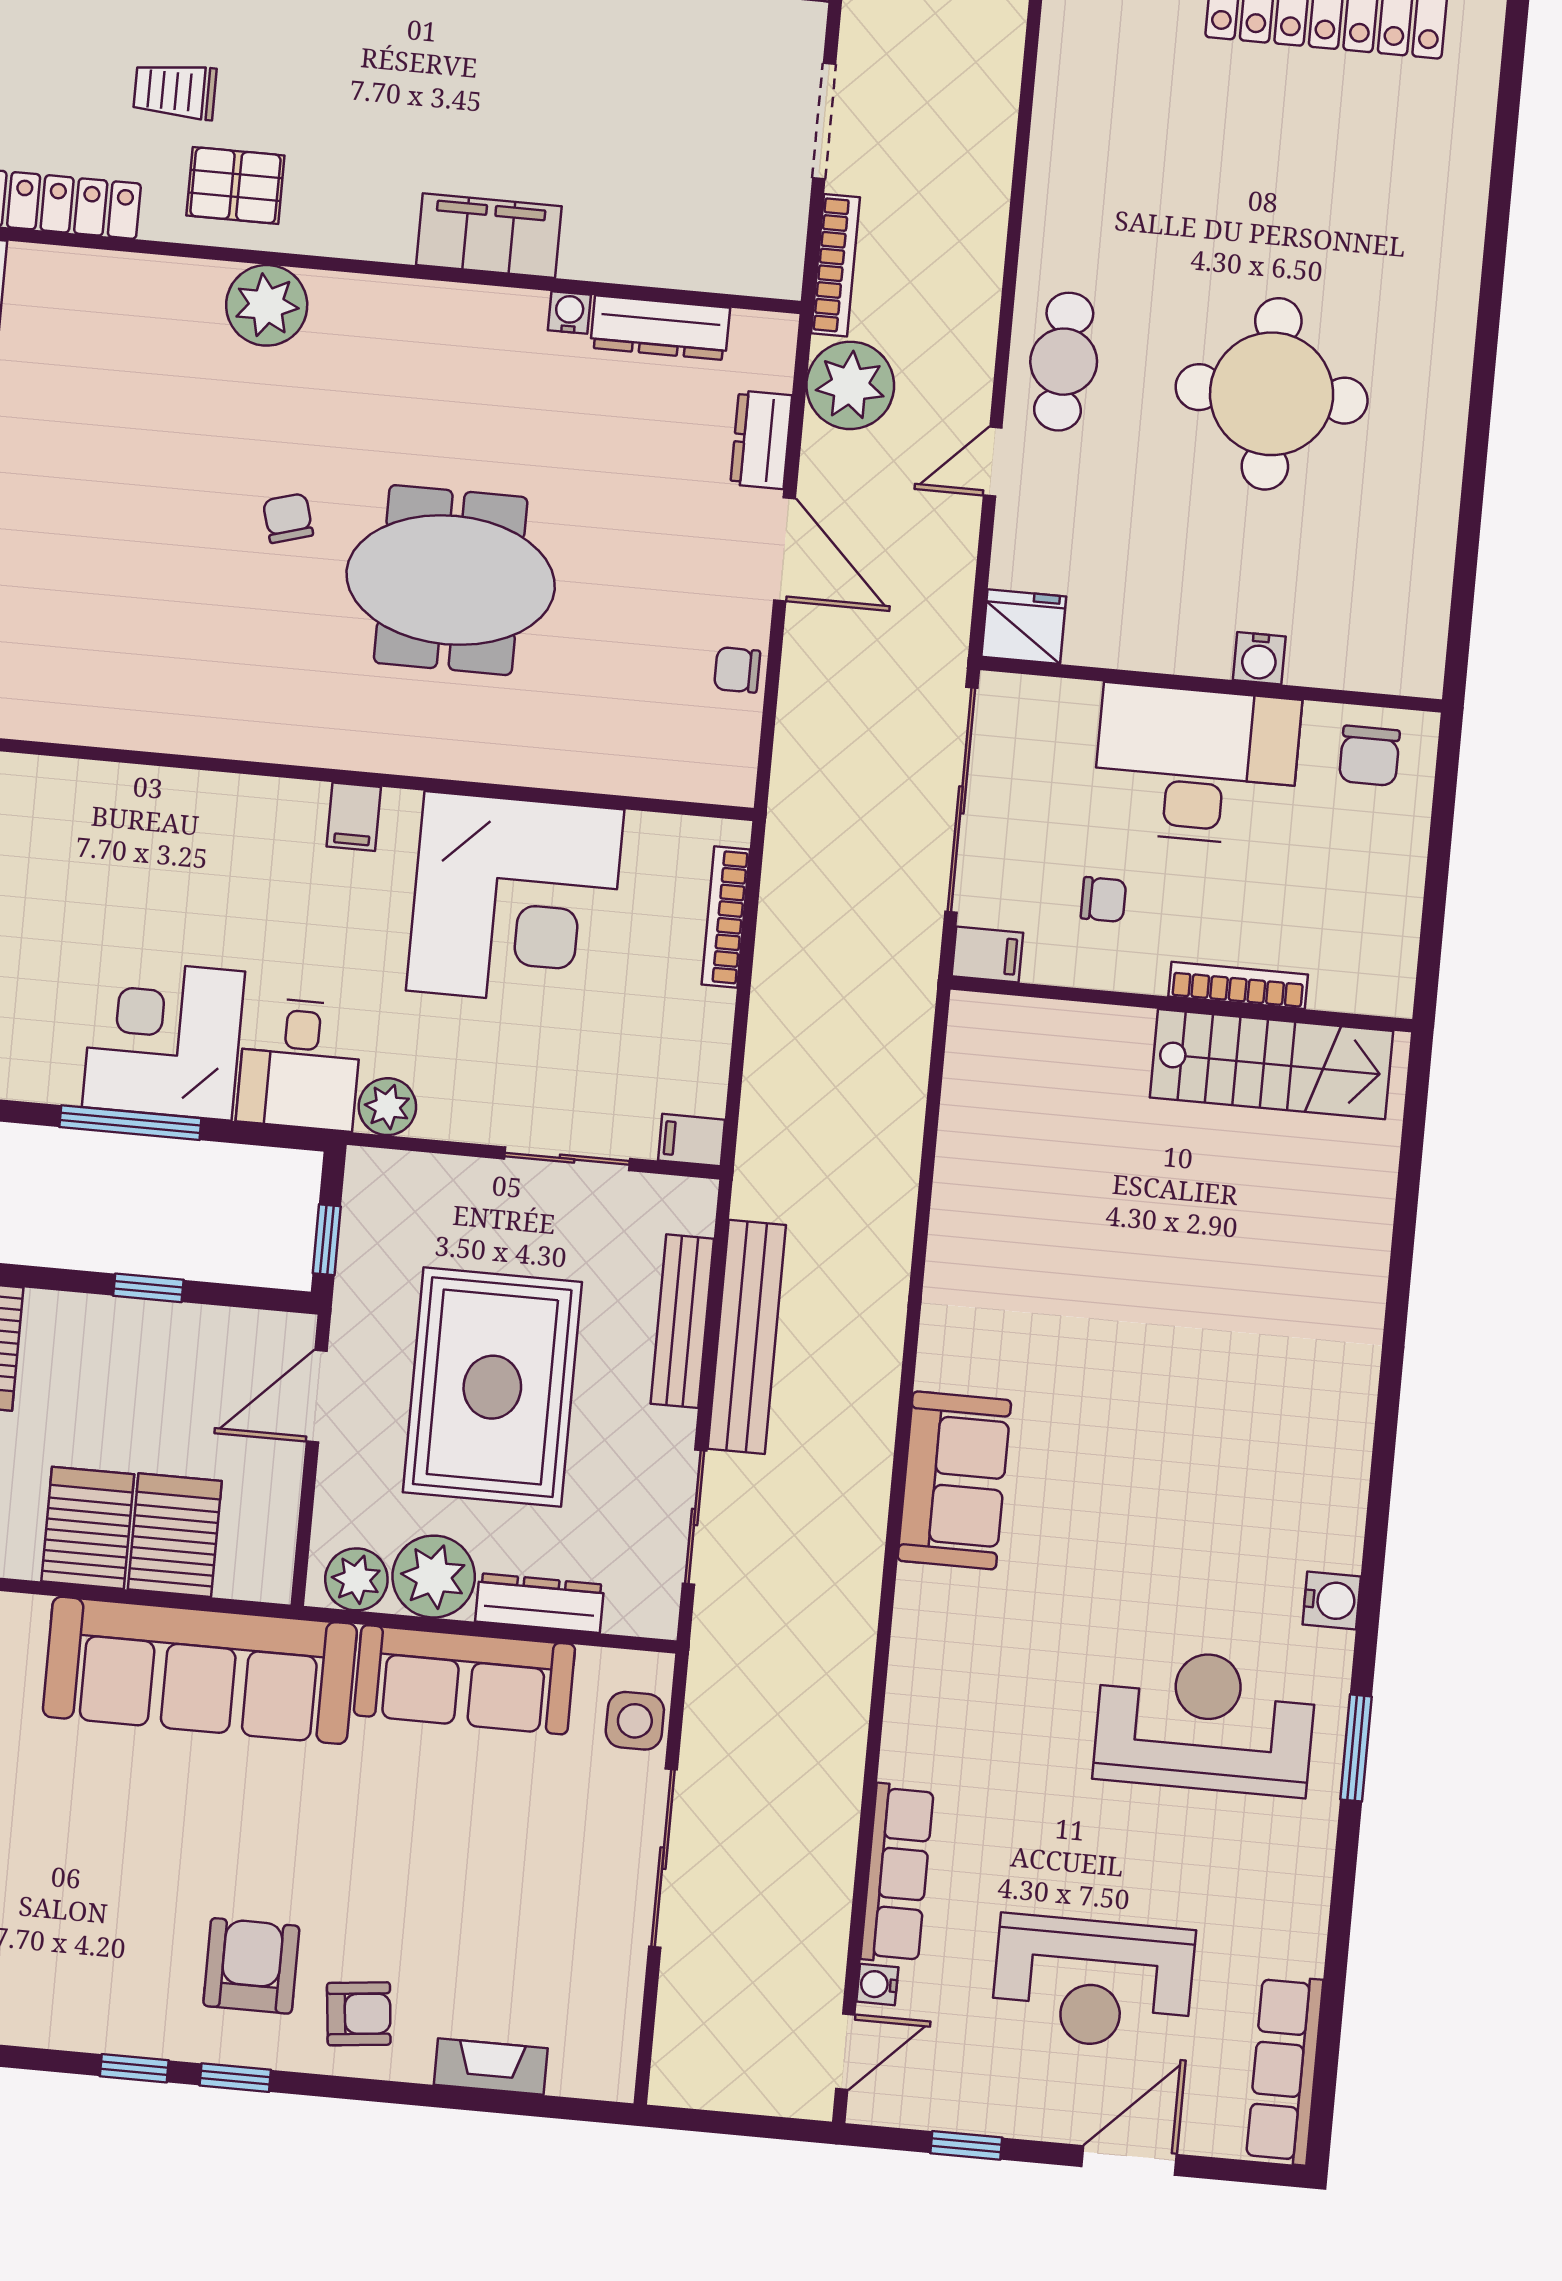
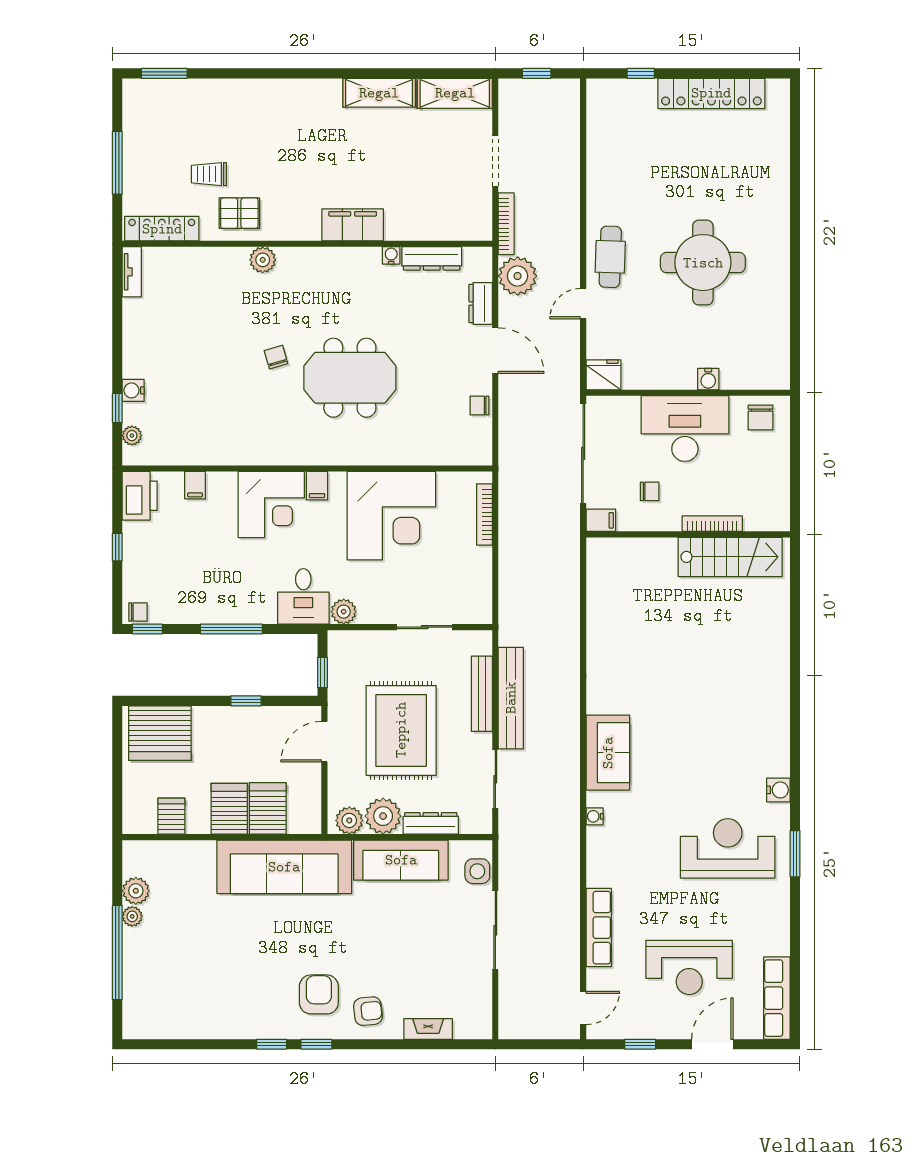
plant: (267, 305) -> (263, 260), width x0.73, depth x0.73
corner desk: (163, 1039) -> (271, 504), moved, turned 180
filing cabinet: (691, 1140) -> (195, 485), moved, turned -90
water cooler: (877, 1984) -> (595, 816), moved

